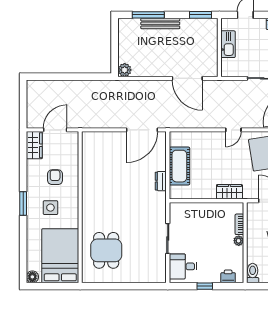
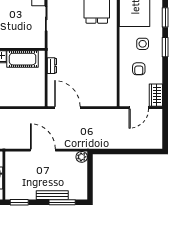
door: (187, 78) -> (43, 150), moved
door: (142, 130) -> (67, 108), hinge flipped
cot: (179, 166) -> (23, 59), moved, turned 90
window: (23, 240) -> (165, 17), added

